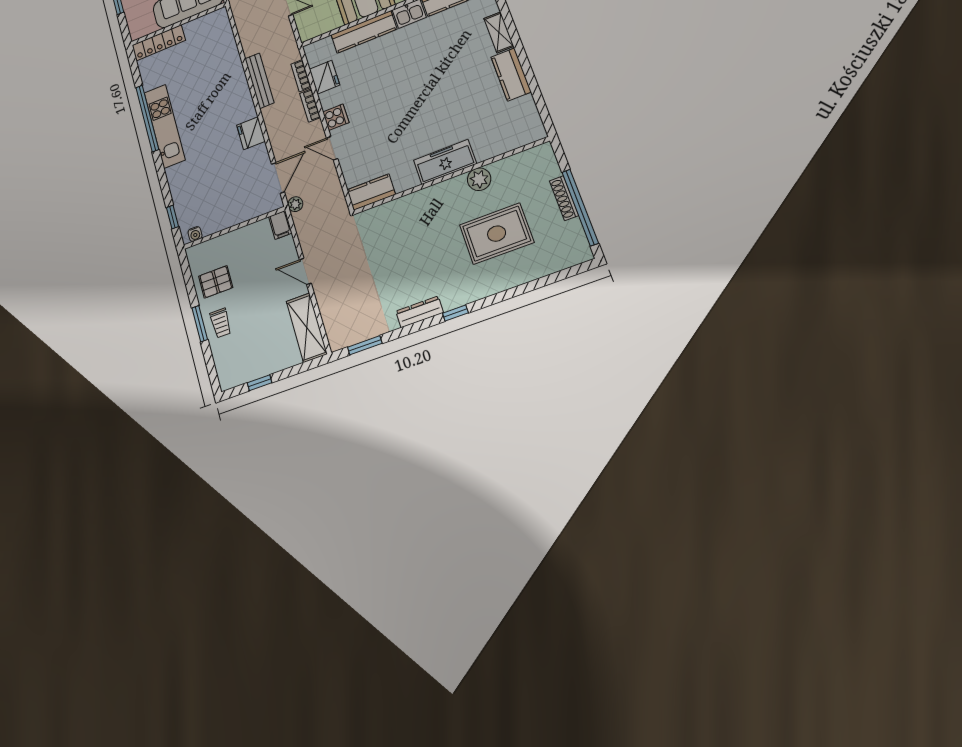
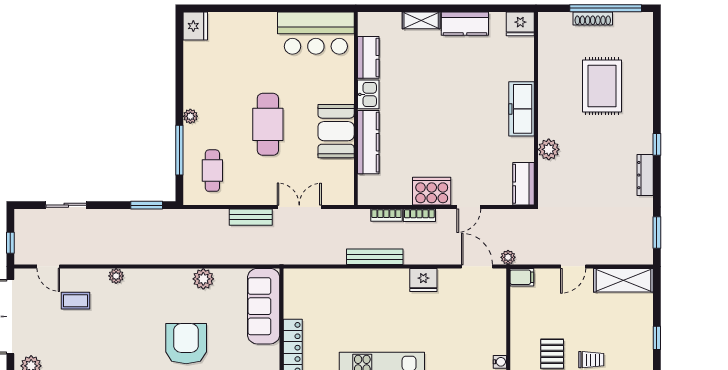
fridge: (324, 77) -> (520, 24), moved, turned 180
cooker: (336, 117) -> (432, 191), width x1.87, depth x1.31
plant: (479, 179) -> (549, 149), moved

